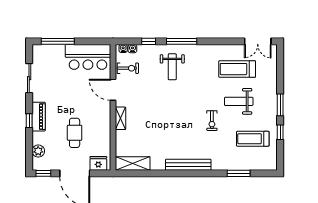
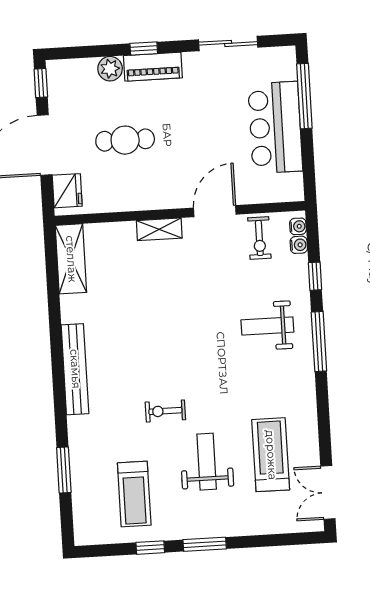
bar counter: (88, 57) -> (275, 127), moved
treadmill: (253, 139) -> (134, 494), turned 180
plant: (38, 151) -> (110, 69), moved

